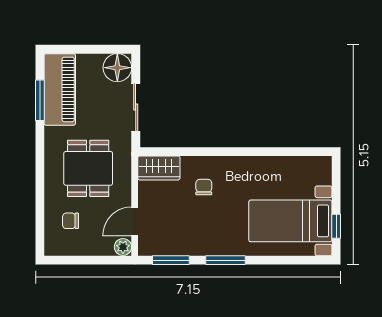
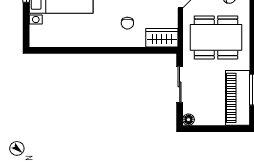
floor lamp: (117, 68) -> (189, 120), width x0.53, depth x0.53
dining table: (88, 168) -> (216, 37), width x1.38

